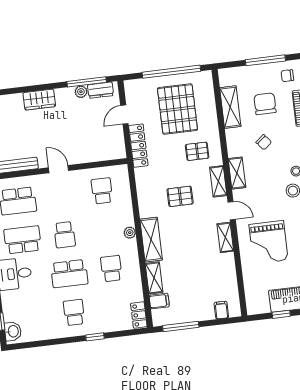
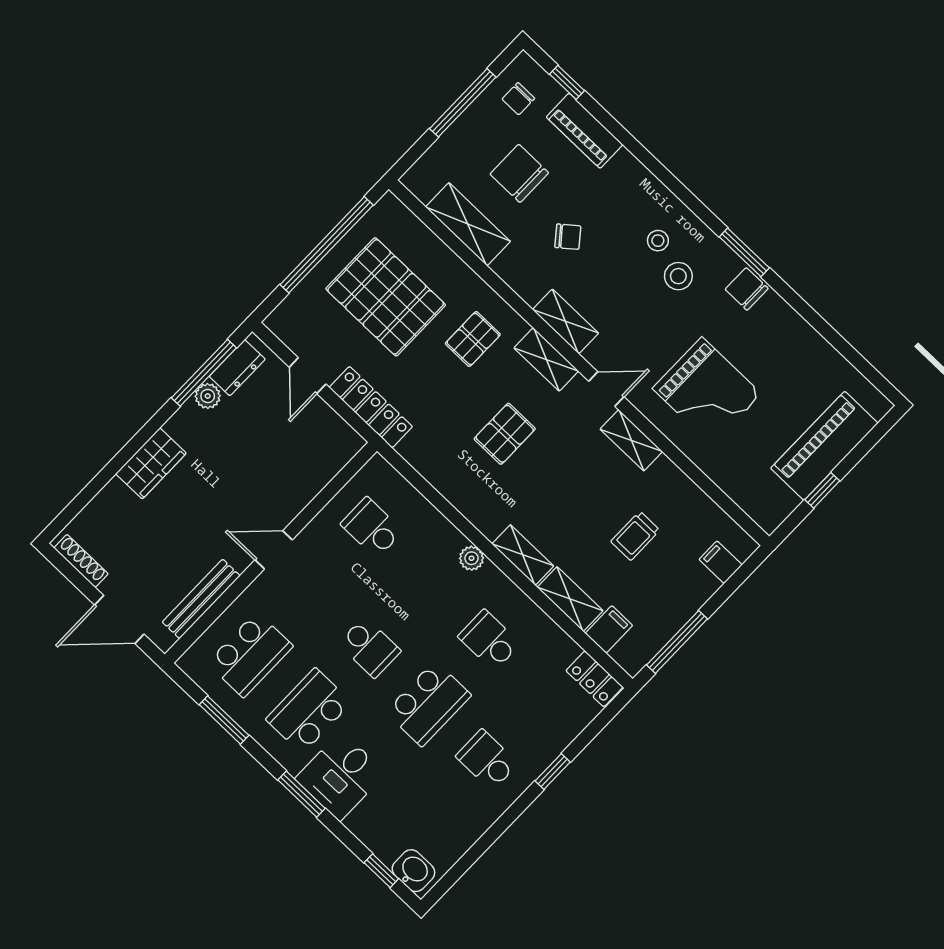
shelving: (151, 240) -> (523, 555), width x0.67, depth x0.75
trolley: (198, 274) -> (635, 536), added

